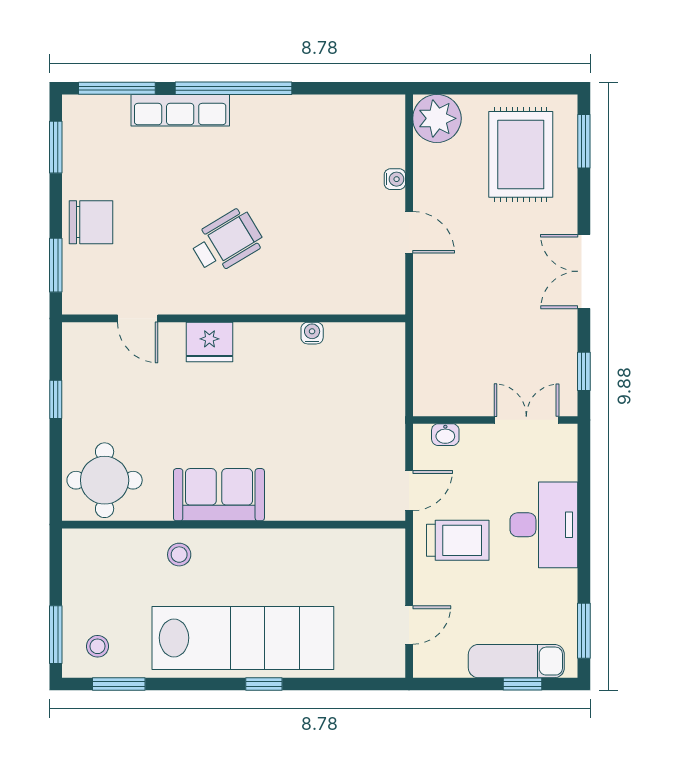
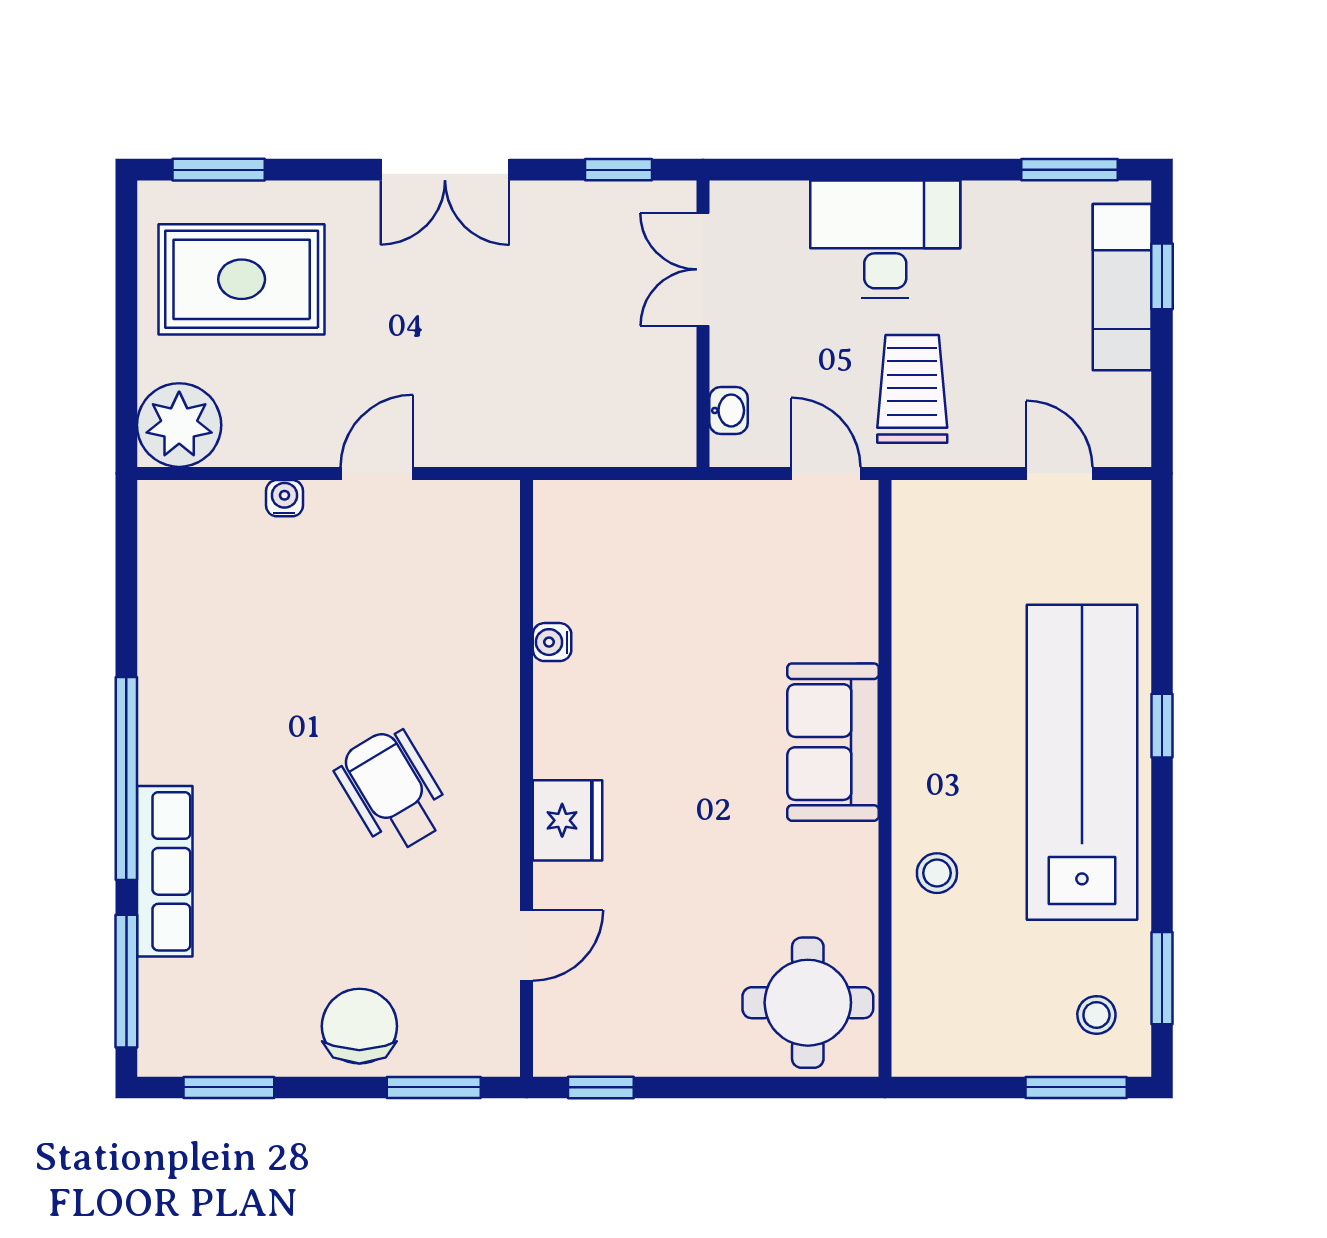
window: (56, 399) -> (601, 1087), moved
sofa: (219, 495) -> (833, 742), moved

